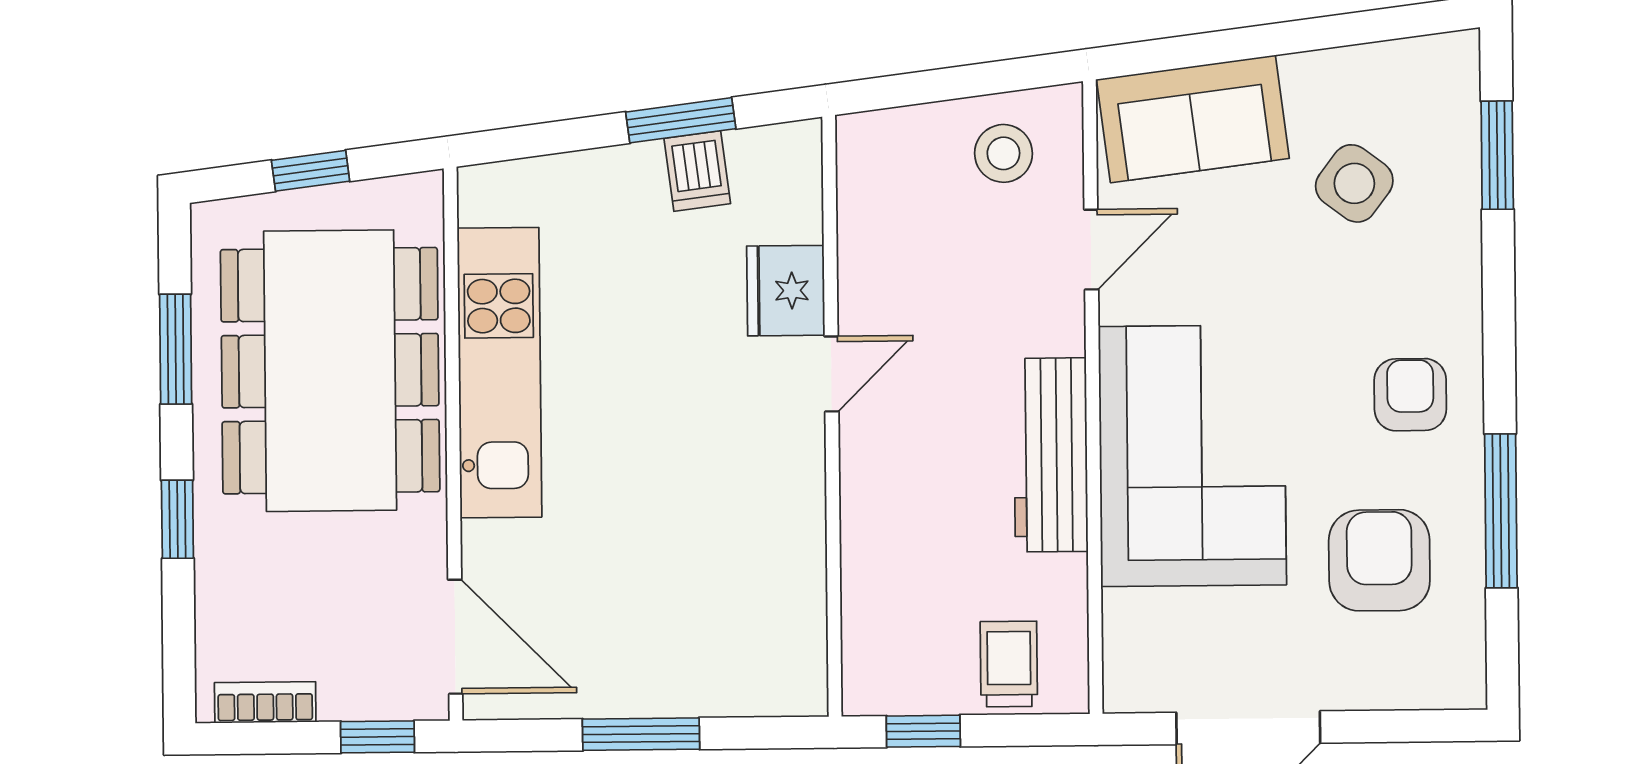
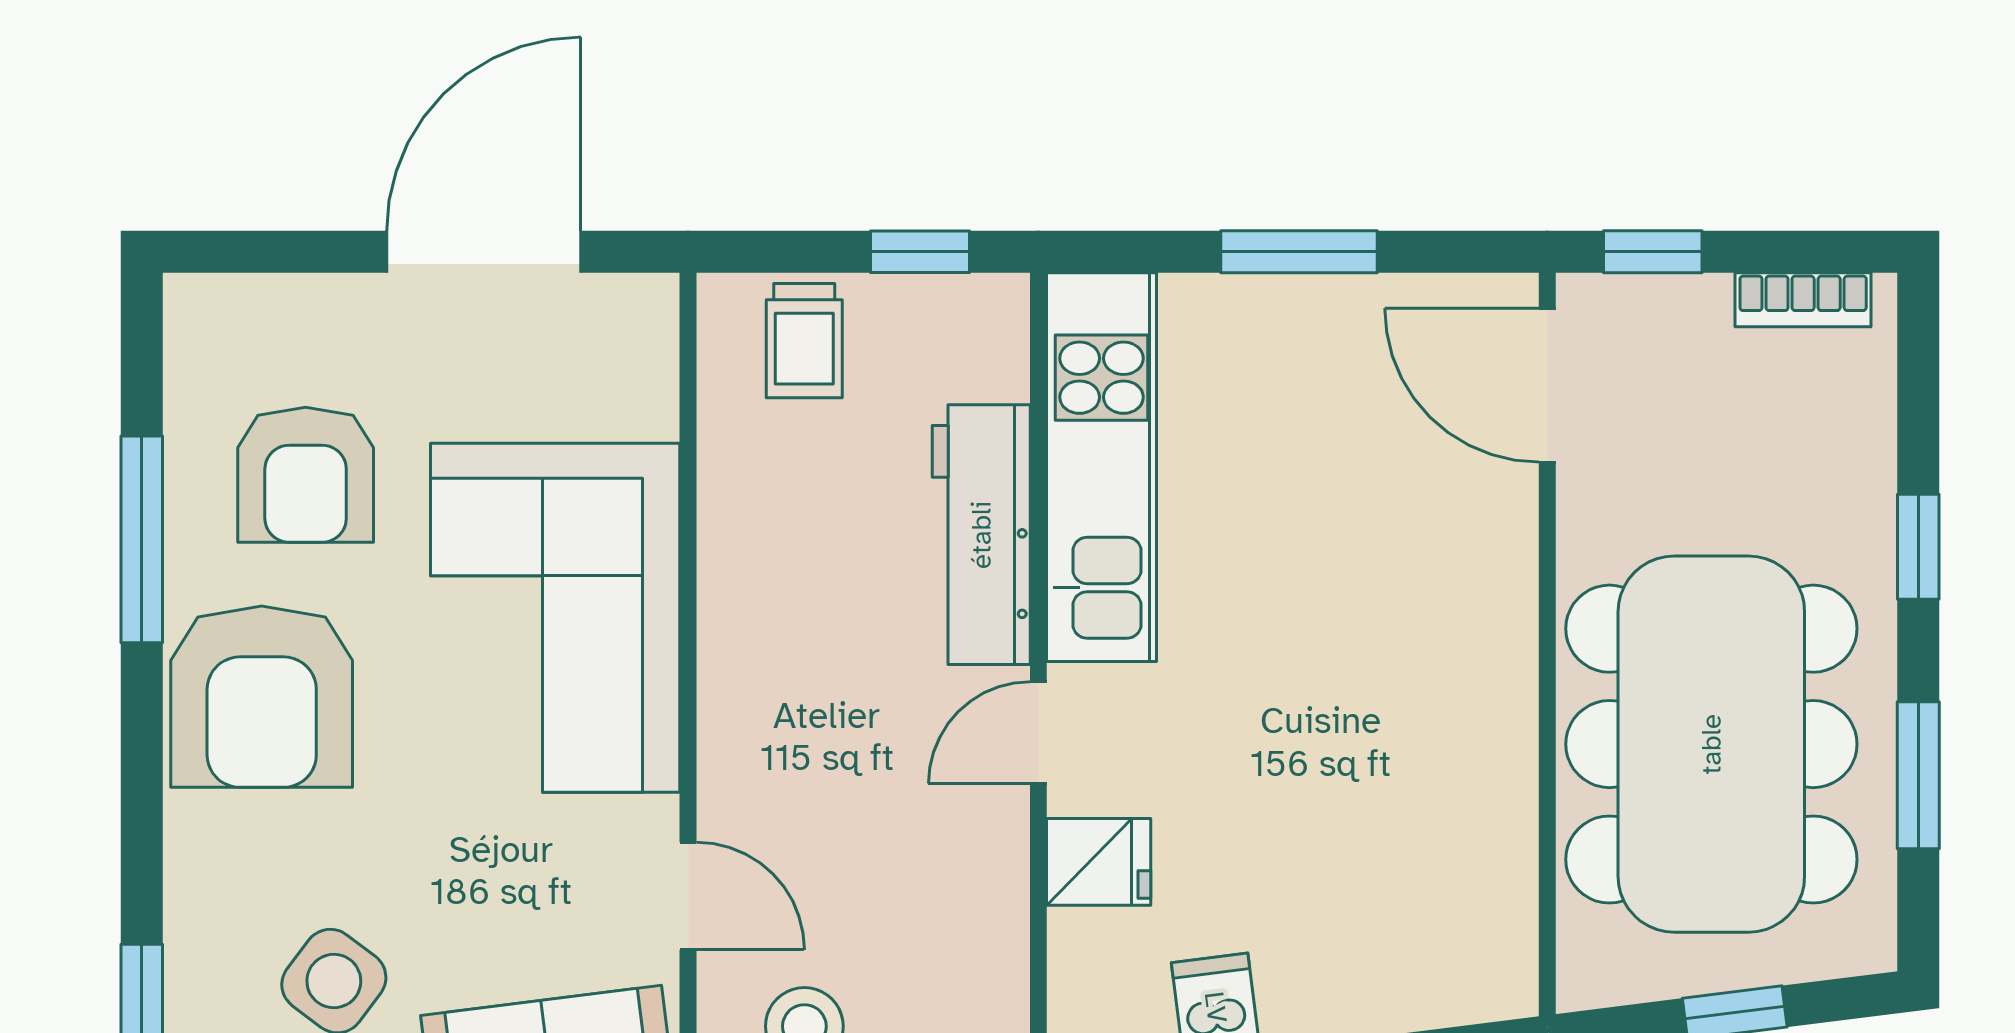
door: (1091, 250) -> (688, 896), swing flipped
fridge: (786, 291) -> (1099, 862), width x0.72
kitchen unit: (499, 373) -> (1102, 467), moved, turned 180
armchair: (1410, 395) -> (262, 697), width x1.88, depth x1.88
workbench: (1051, 455) -> (981, 535), moved, turned 180

